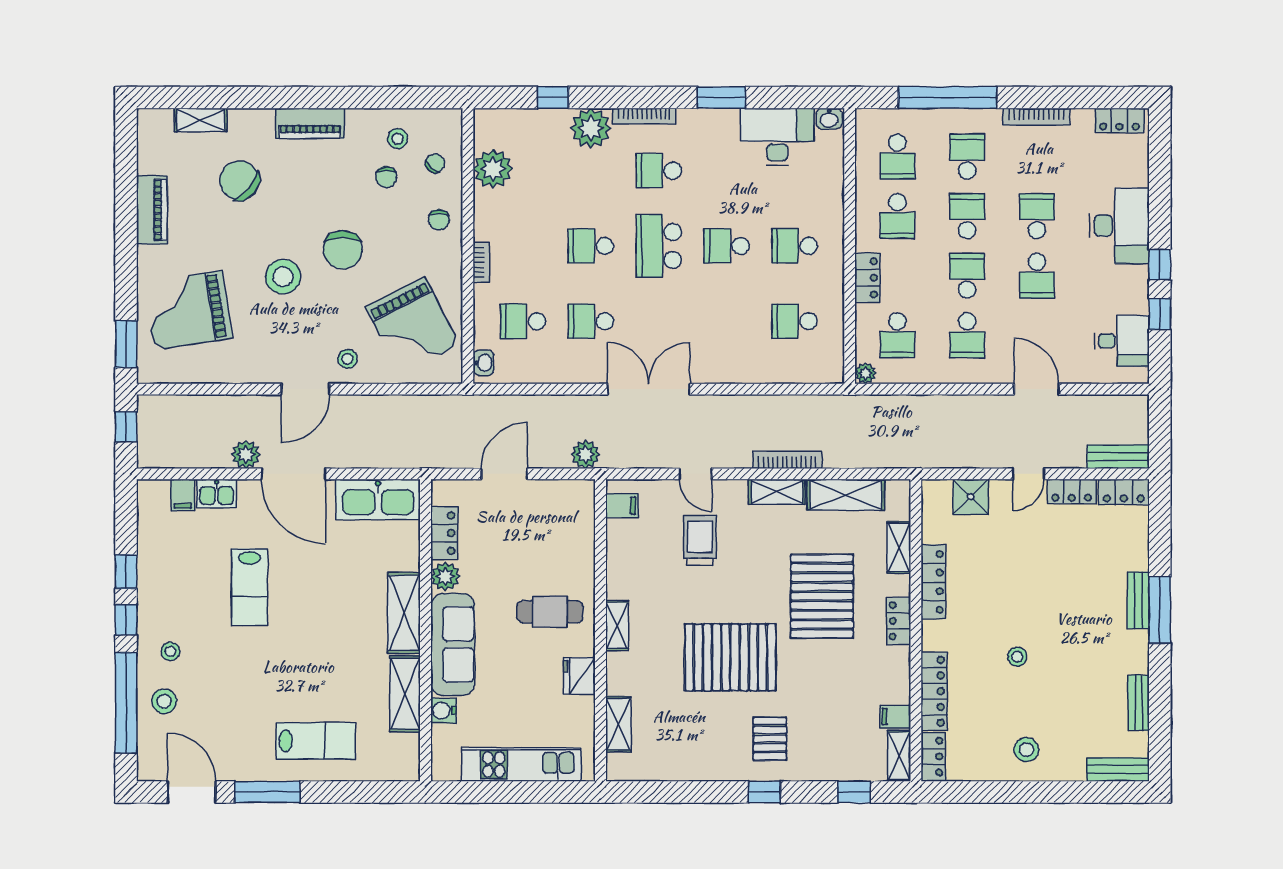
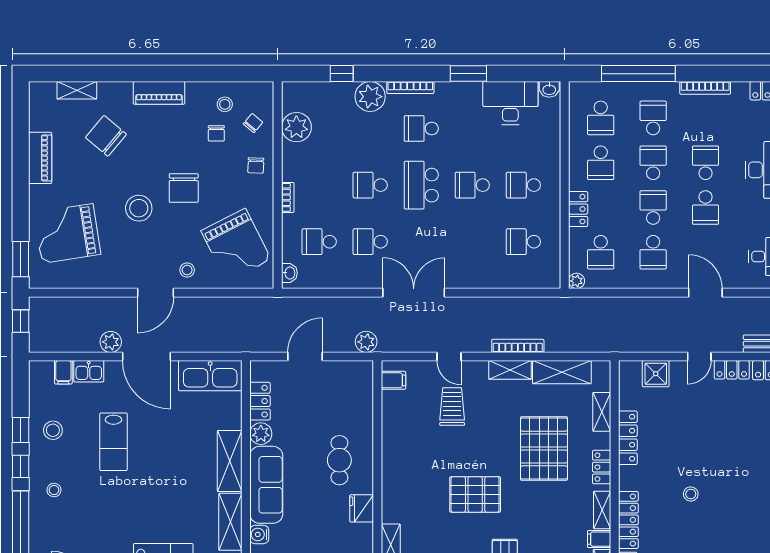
cafe table: (550, 612) -> (339, 460), turned 90
shelving: (617, 626) -> (602, 510), moved
pallet: (730, 657) -> (475, 494), width x0.73, depth x0.71
stool: (164, 701) -> (53, 430), moved

